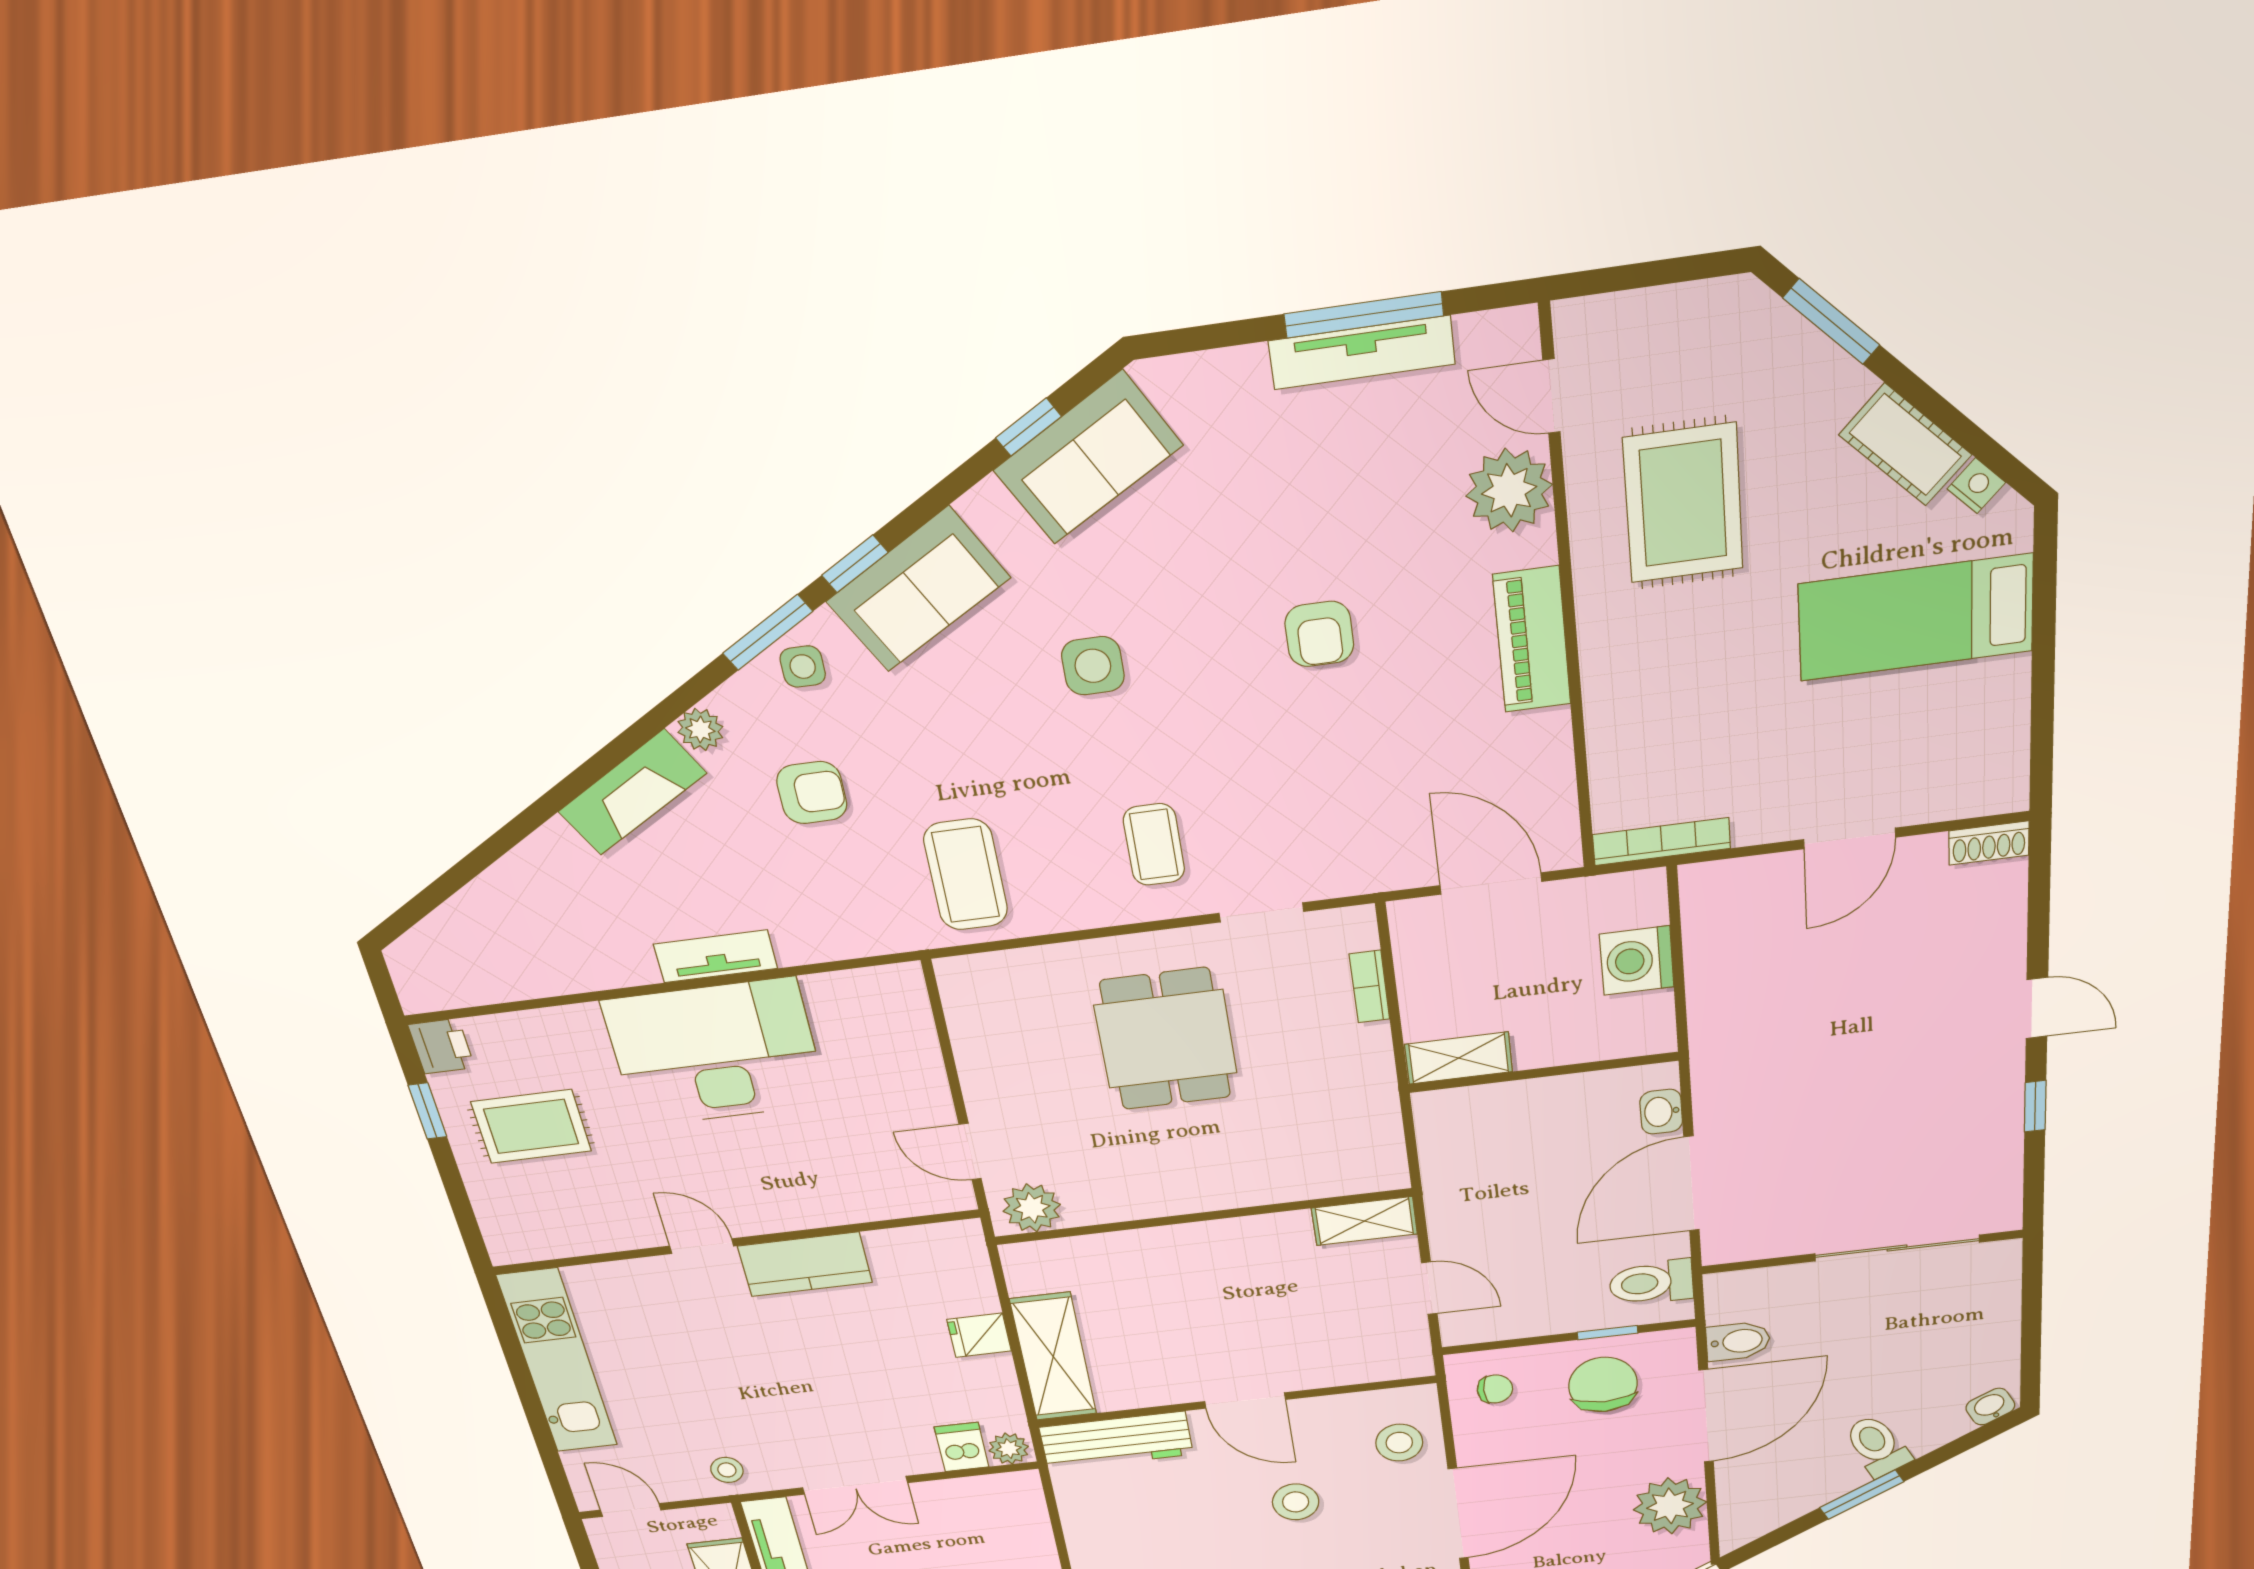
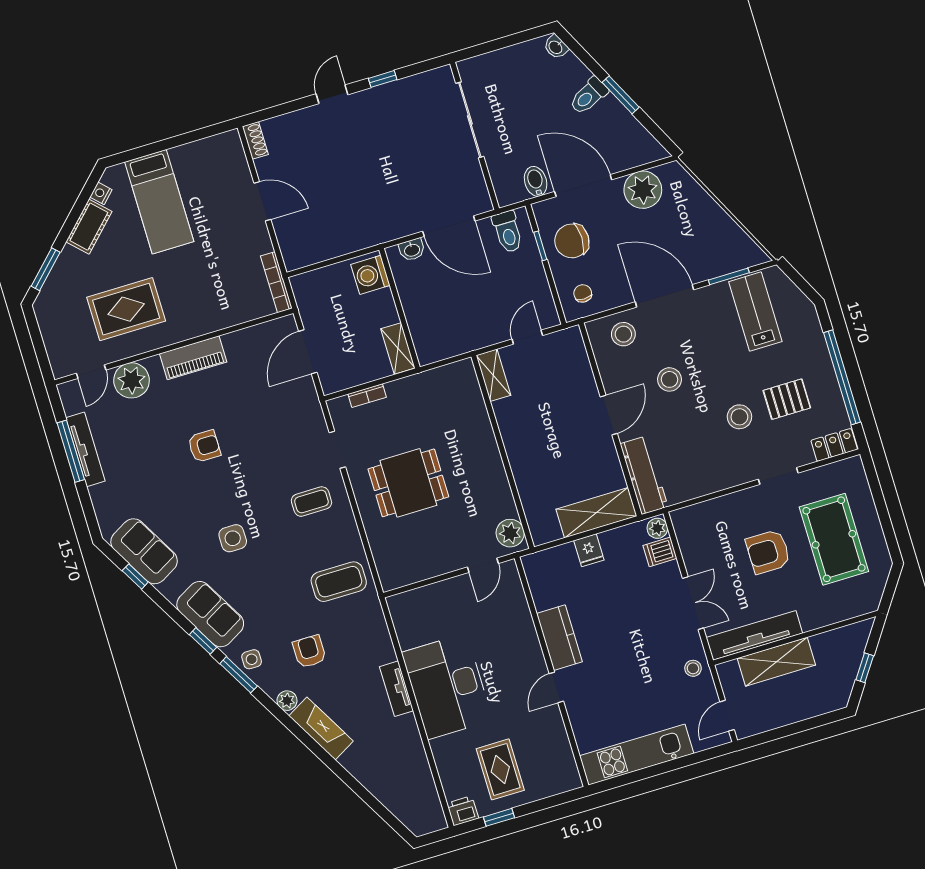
washing machine: (1637, 961) -> (370, 275), moved, turned 90

